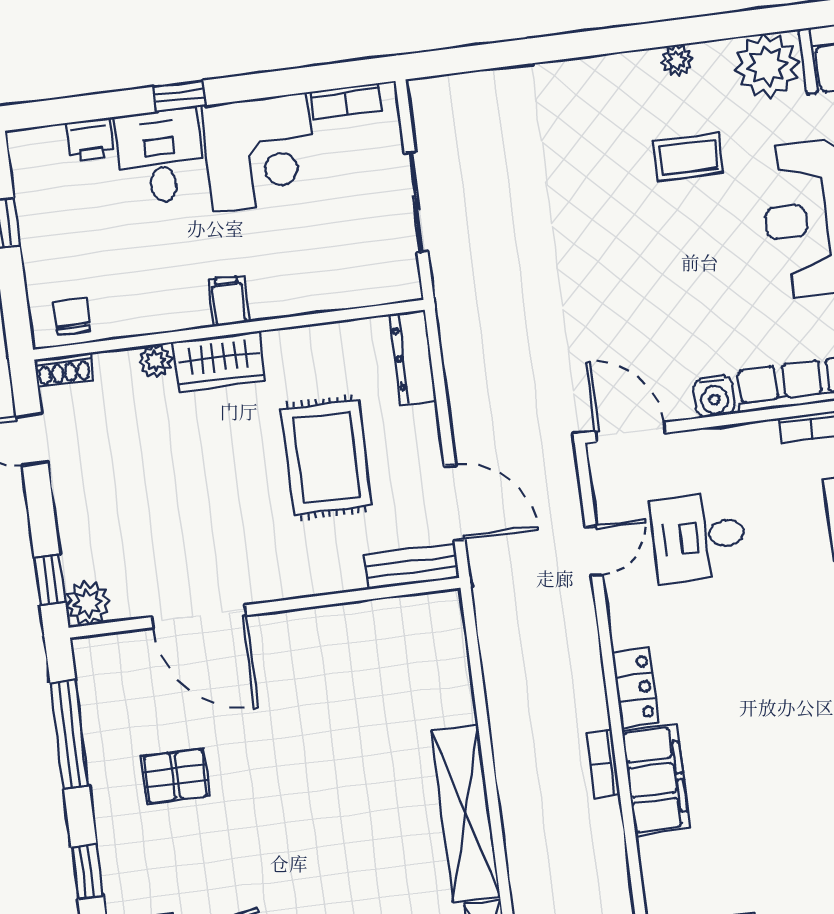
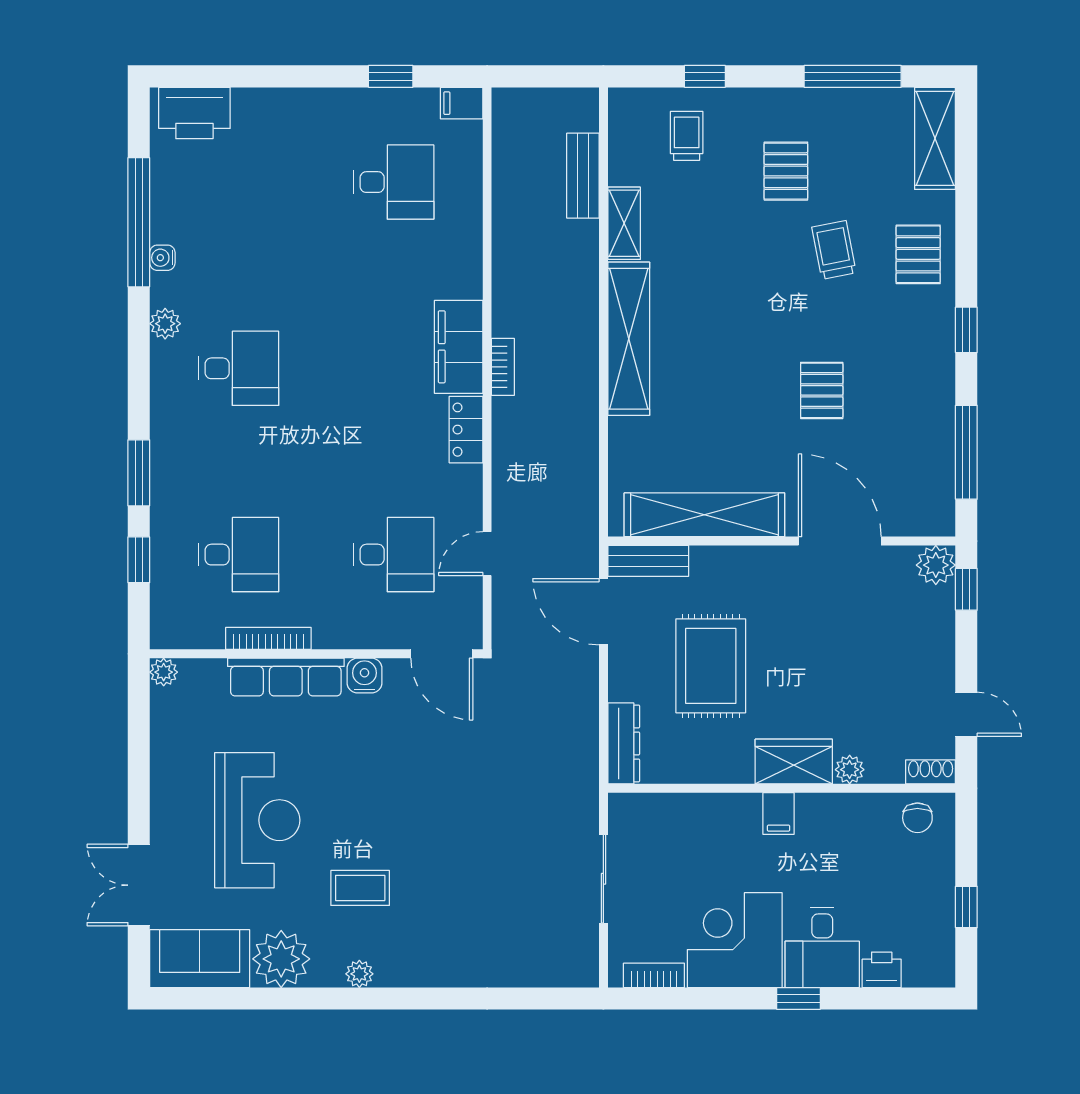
shelving: (355, 626) -> (704, 515), added
pallet: (175, 776) -> (822, 390), moved, turned 90

